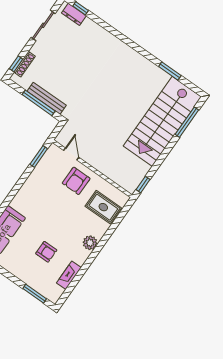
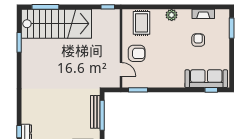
door: (71, 154) -> (121, 69), swing flipped

